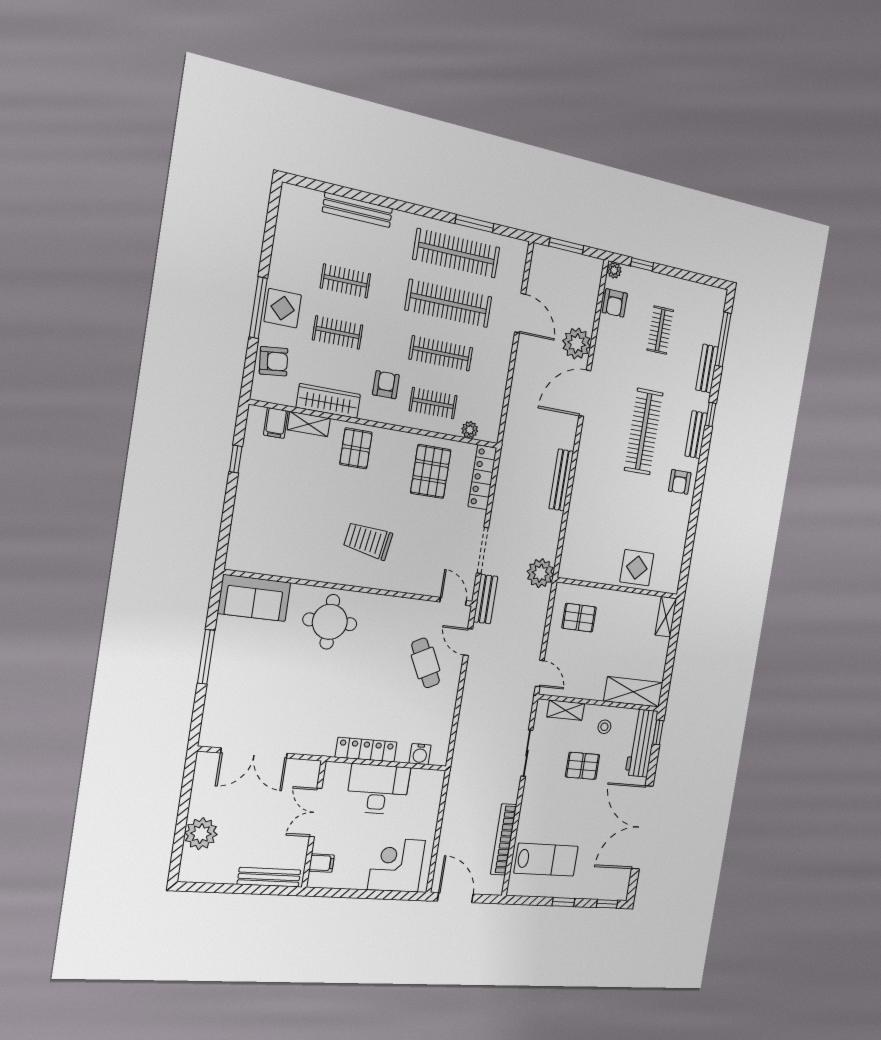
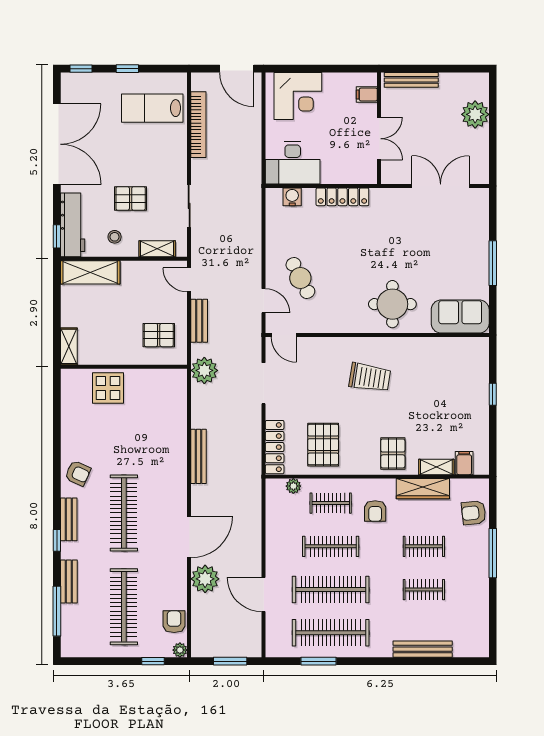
display table: (283, 308) -> (473, 557), removed
clothes rail: (660, 330) -> (124, 607), width x1.86, depth x1.31
window: (236, 459) -> (493, 394), moved
armchair: (680, 482) -> (78, 473), turned 114
bench: (485, 599) -> (199, 321), moved
desk: (378, 789) -> (293, 163), moved

